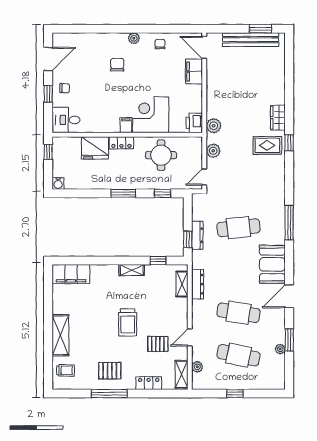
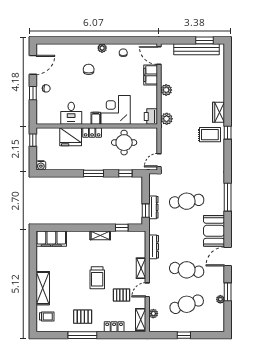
desk: (66, 120) -> (71, 113), moved, turned -90
plant: (213, 151) -> (166, 90), moved
shelving: (182, 284) -> (141, 268), moved
cafe table: (238, 355) -> (187, 304), turned -30

